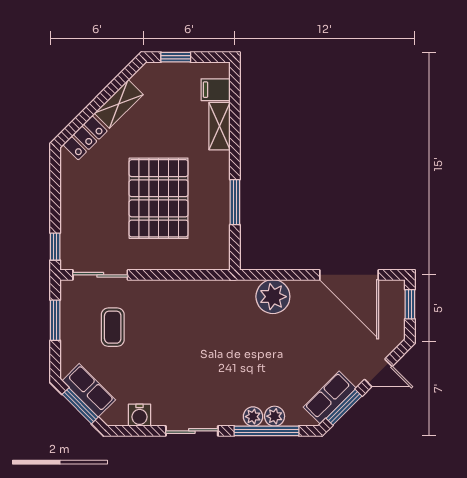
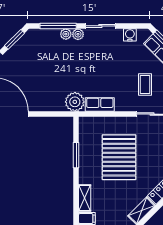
plant: (273, 297) -> (75, 102), moved
row of seats: (330, 398) -> (100, 105), moved, turned -135
plant: (275, 416) -> (78, 34), moved

